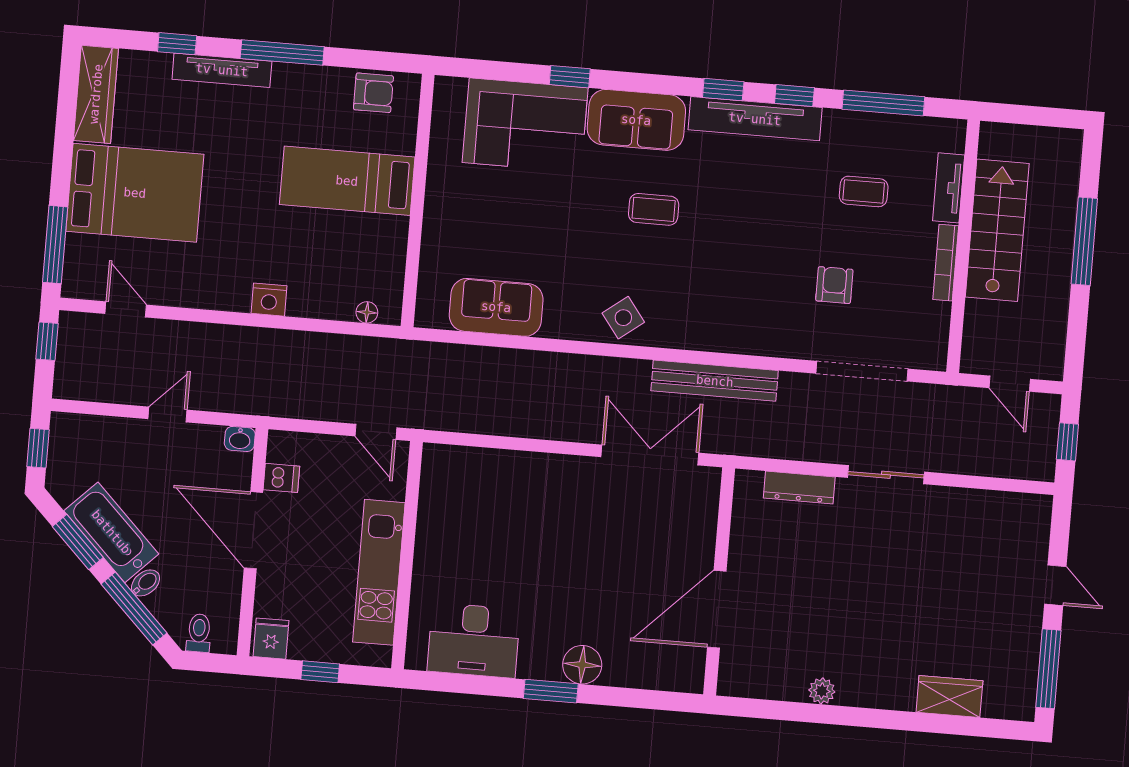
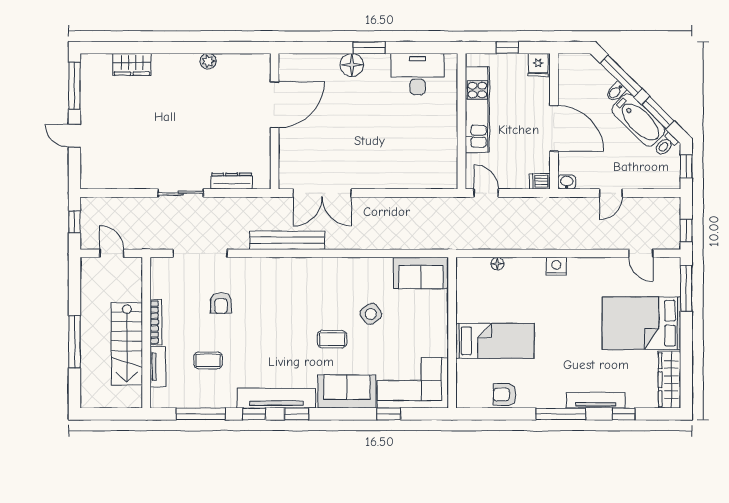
bed: (347, 181) -> (495, 341), moved
wall: (418, 200) -> (452, 333), moved
side table: (623, 318) -> (371, 314), moved
dishwasher: (281, 478) -> (540, 181), moved
toilet: (199, 633) -> (666, 145), moved, turned 45

